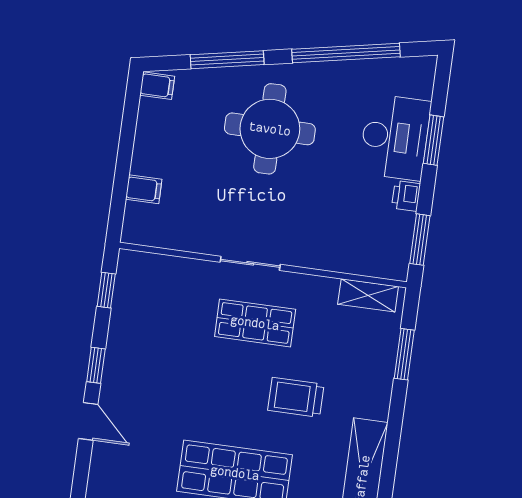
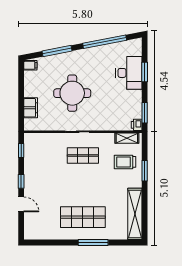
round table: (270, 129) -> (72, 93), moved
filing cabinet: (144, 189) -> (31, 108), width x2.00
printer: (406, 196) -> (137, 125), moved
window: (404, 354) -> (145, 171), moved
trolley: (296, 397) -> (125, 162), moved

